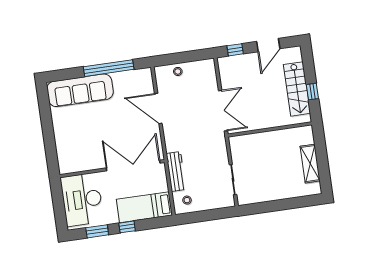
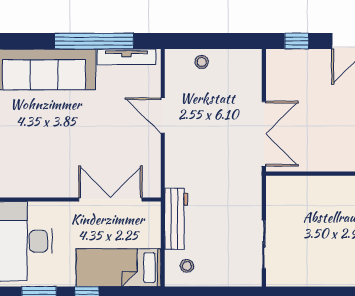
tv unit: (130, 75) -> (126, 57), added
door: (158, 108) -> (163, 116), width x0.73
double door: (133, 165) -> (110, 199), width x0.73

